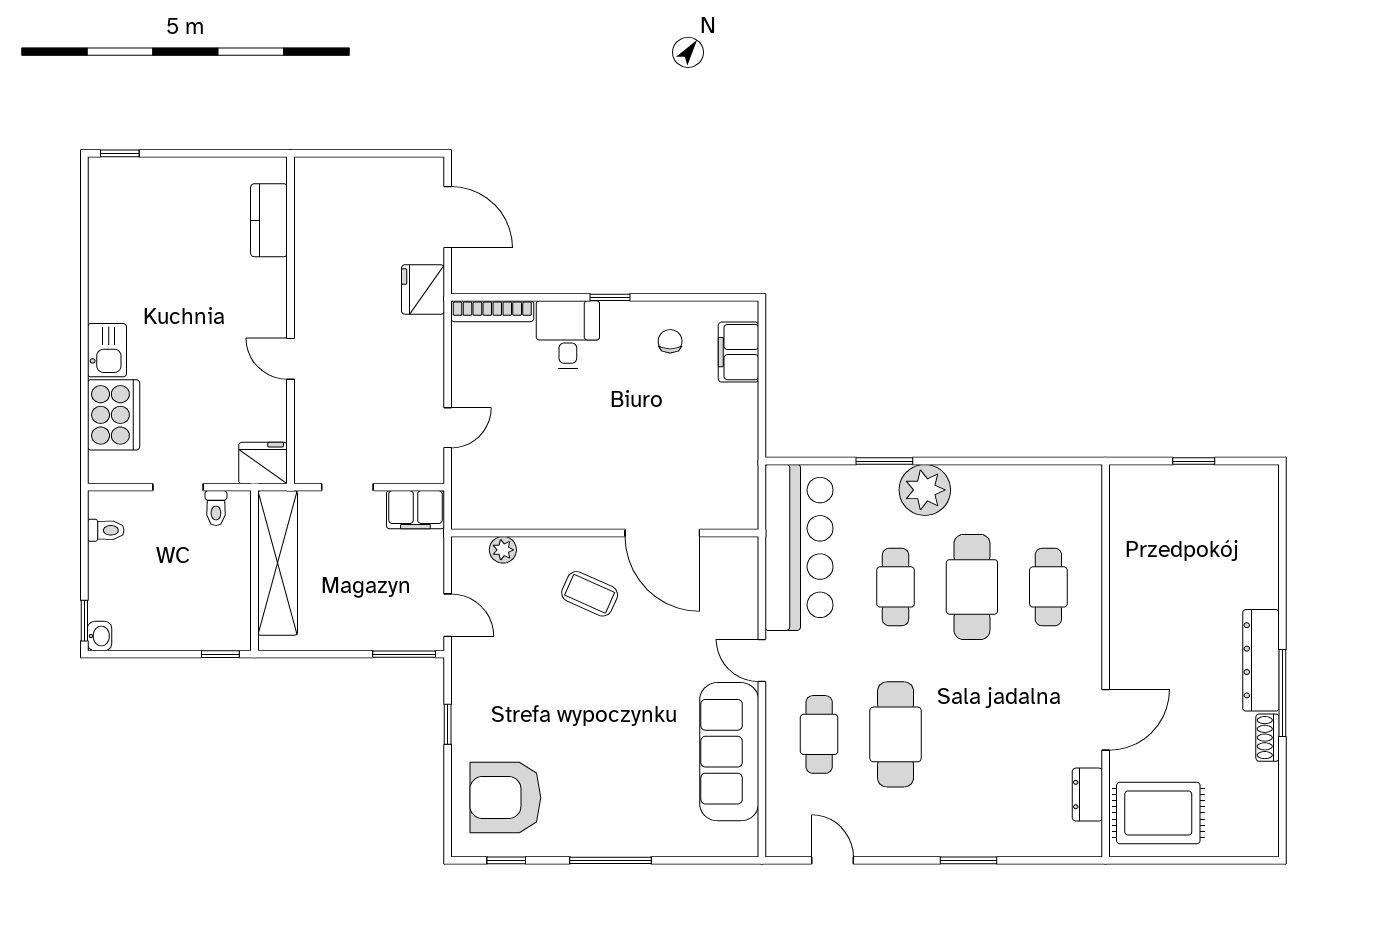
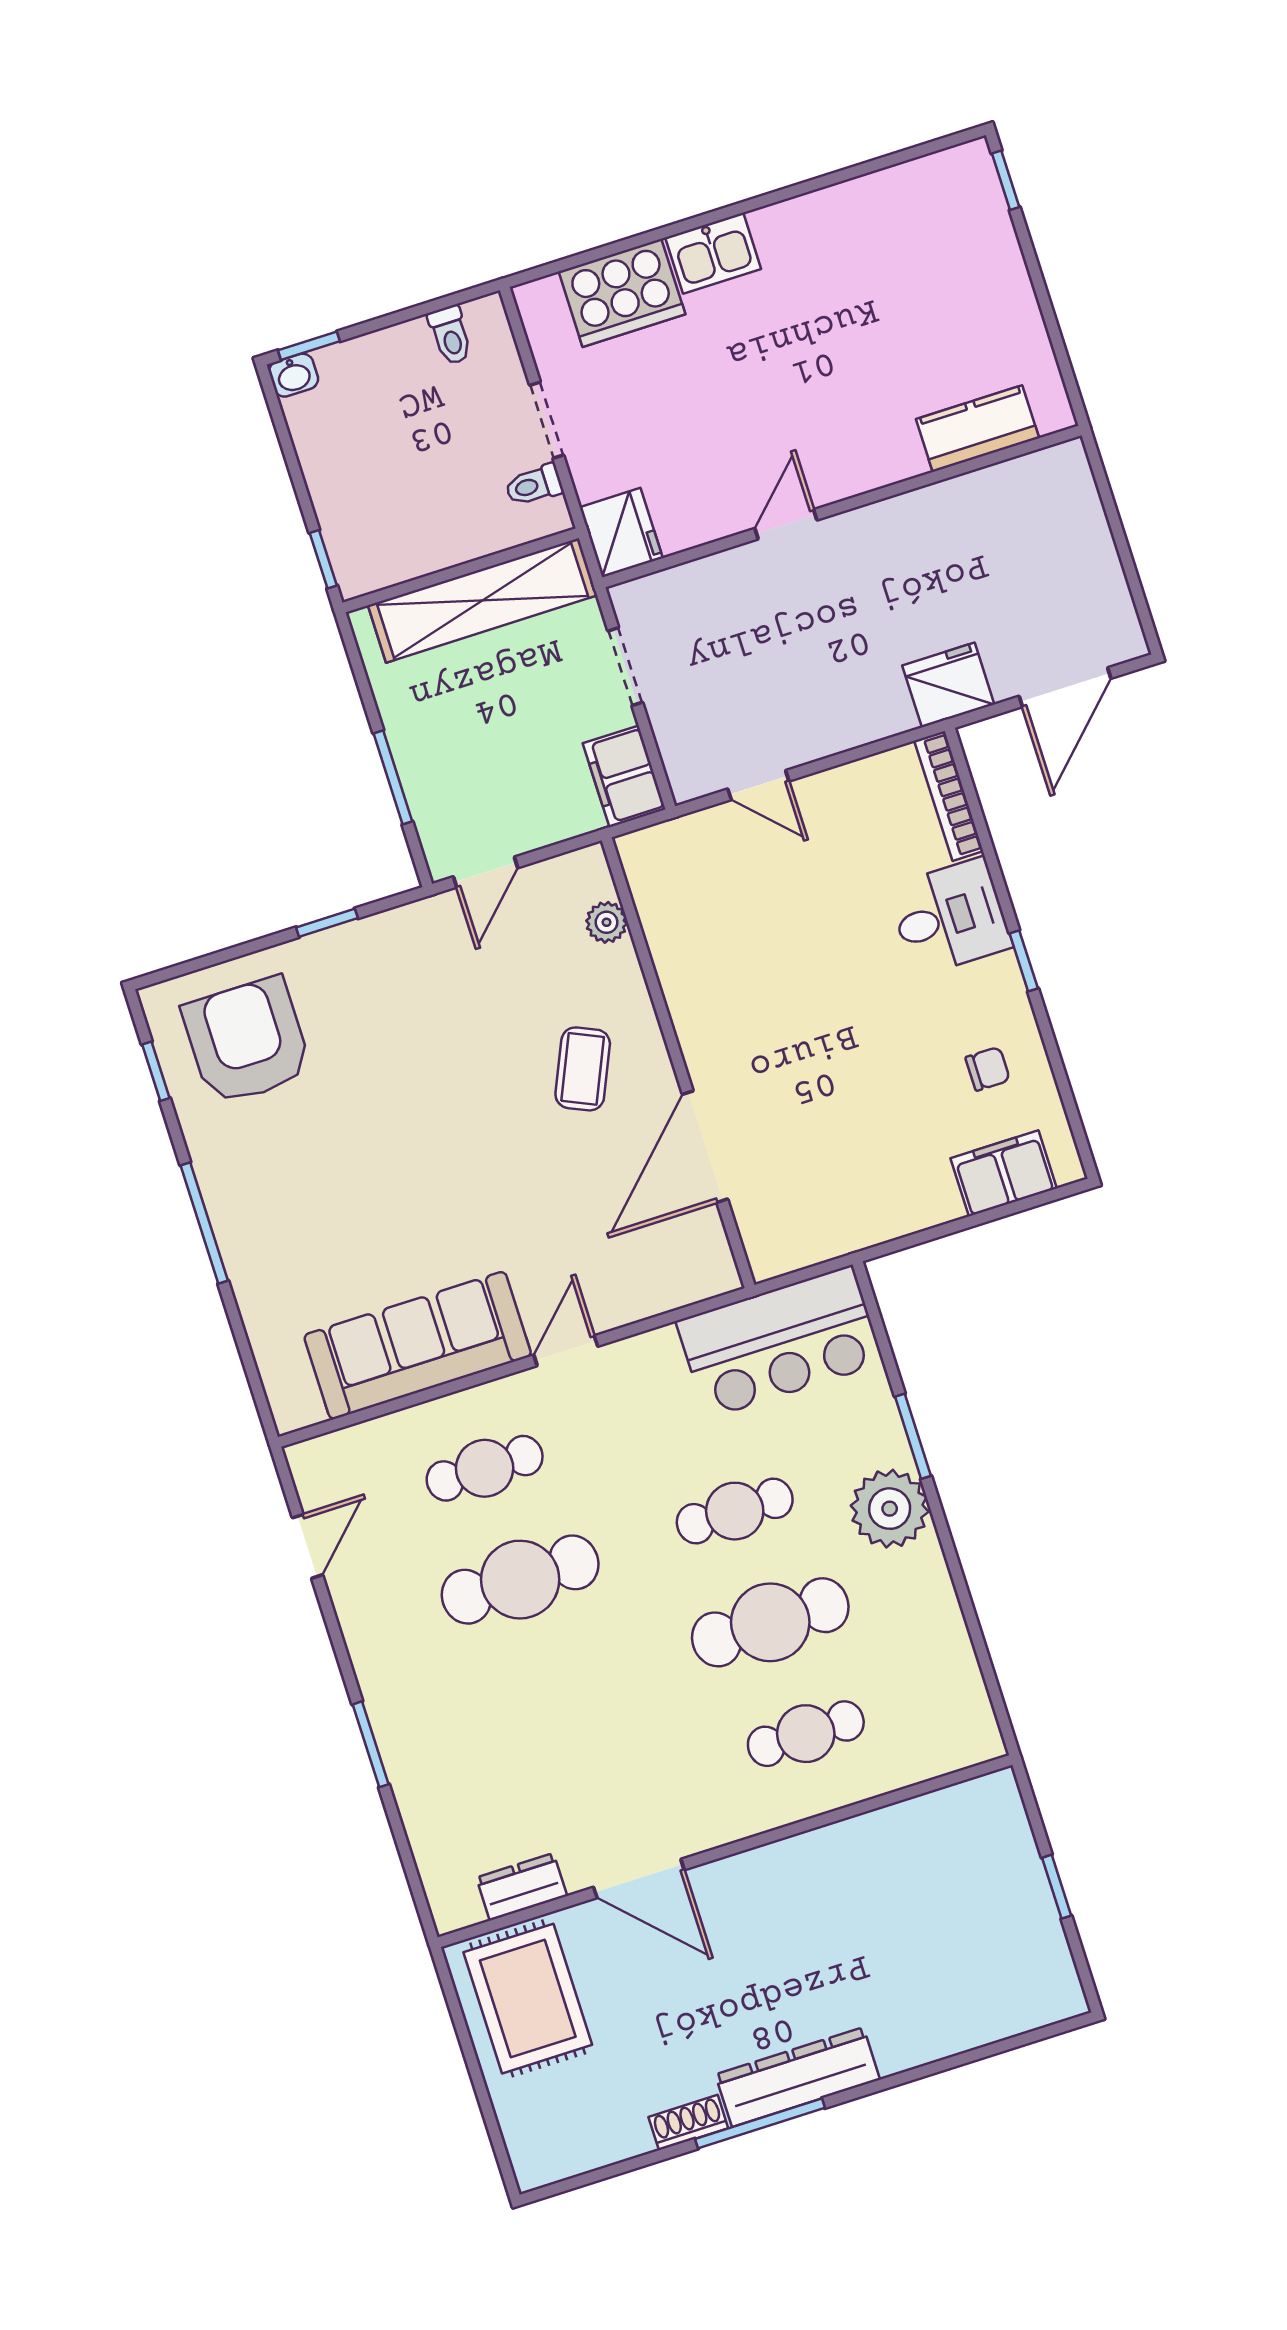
bar counter: (799, 547) -> (780, 1342), width x0.73
window: (404, 654) -> (393, 777), moved

